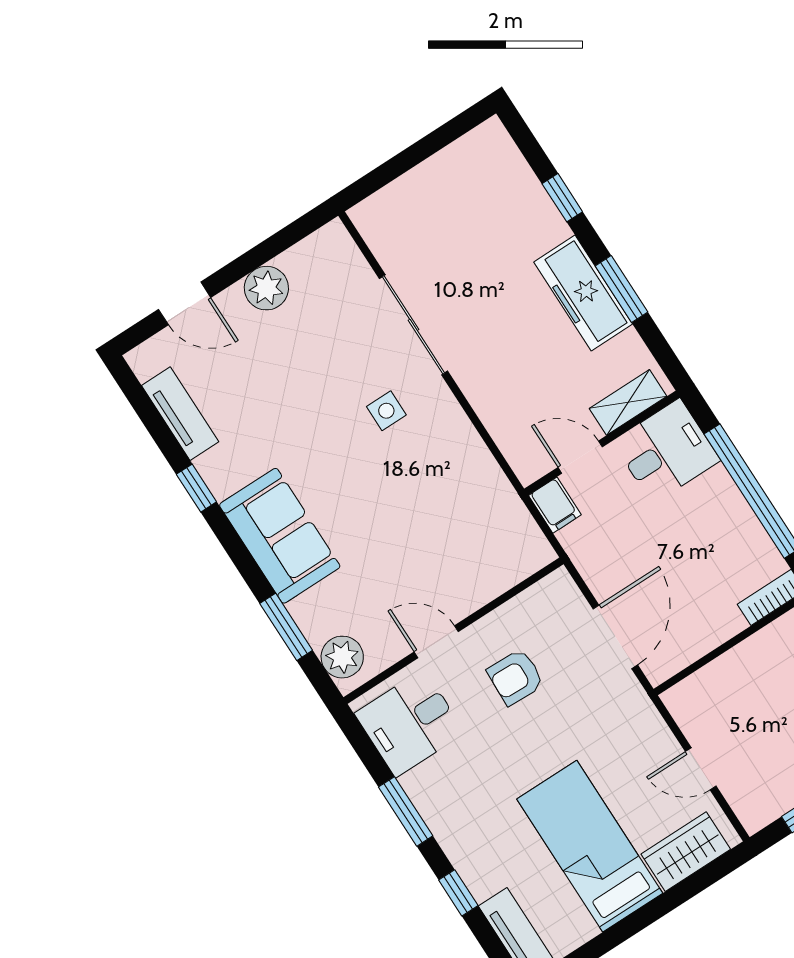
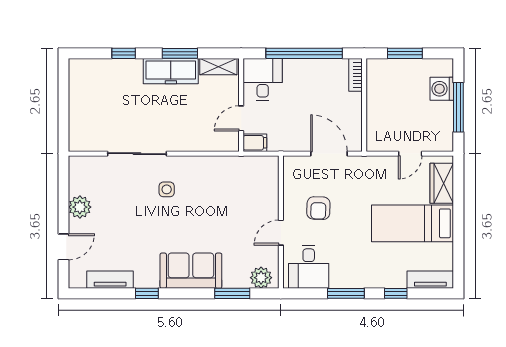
shelving: (628, 402) -> (218, 67), moved, turned 90

